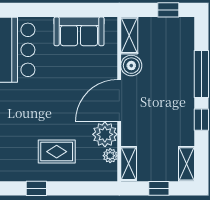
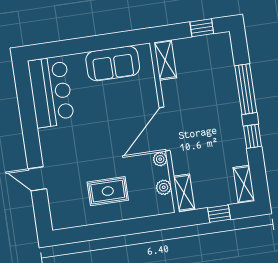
boiler: (131, 66) -> (172, 91), removed
plant: (105, 134) -> (160, 159), width x0.53, depth x0.53
window: (36, 188) -> (92, 232), removed

